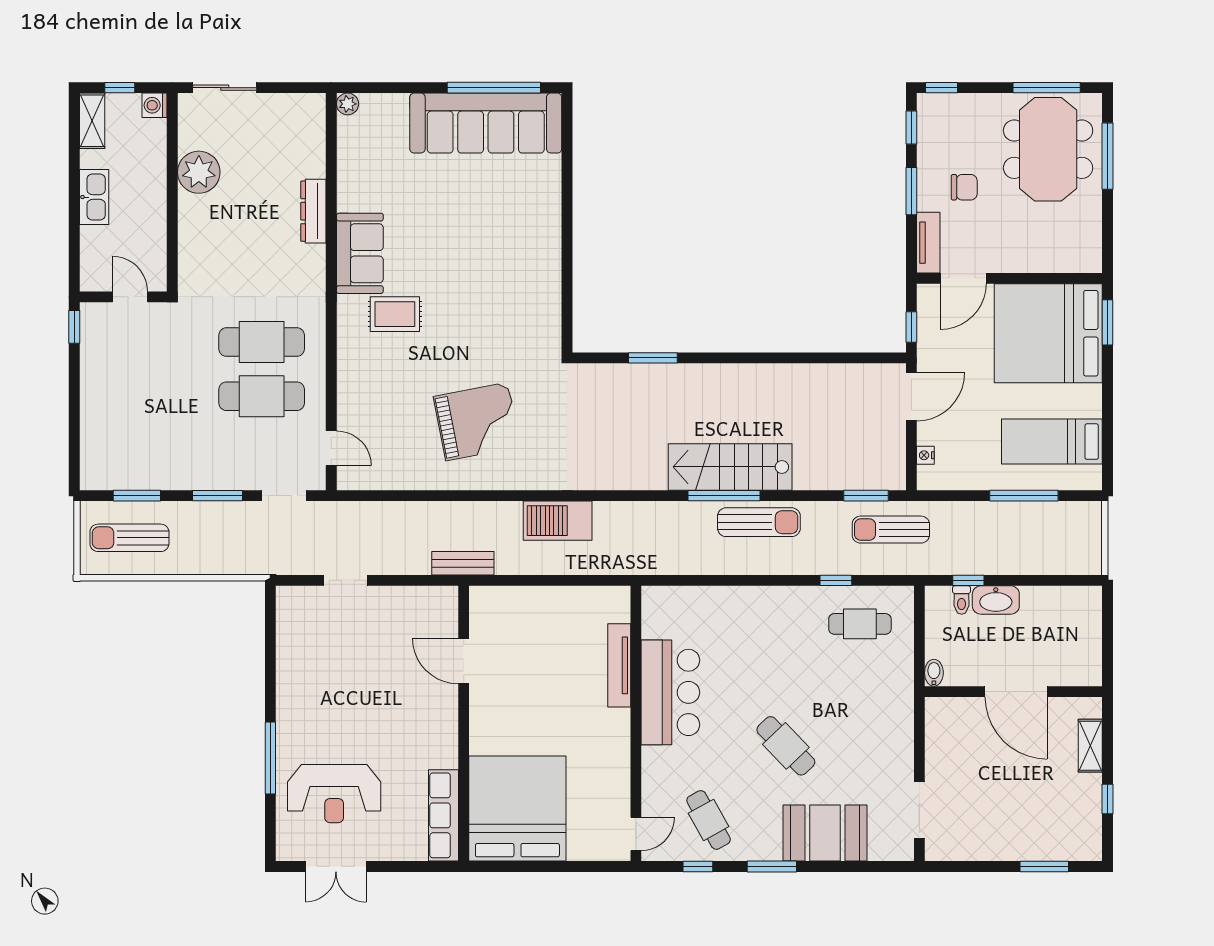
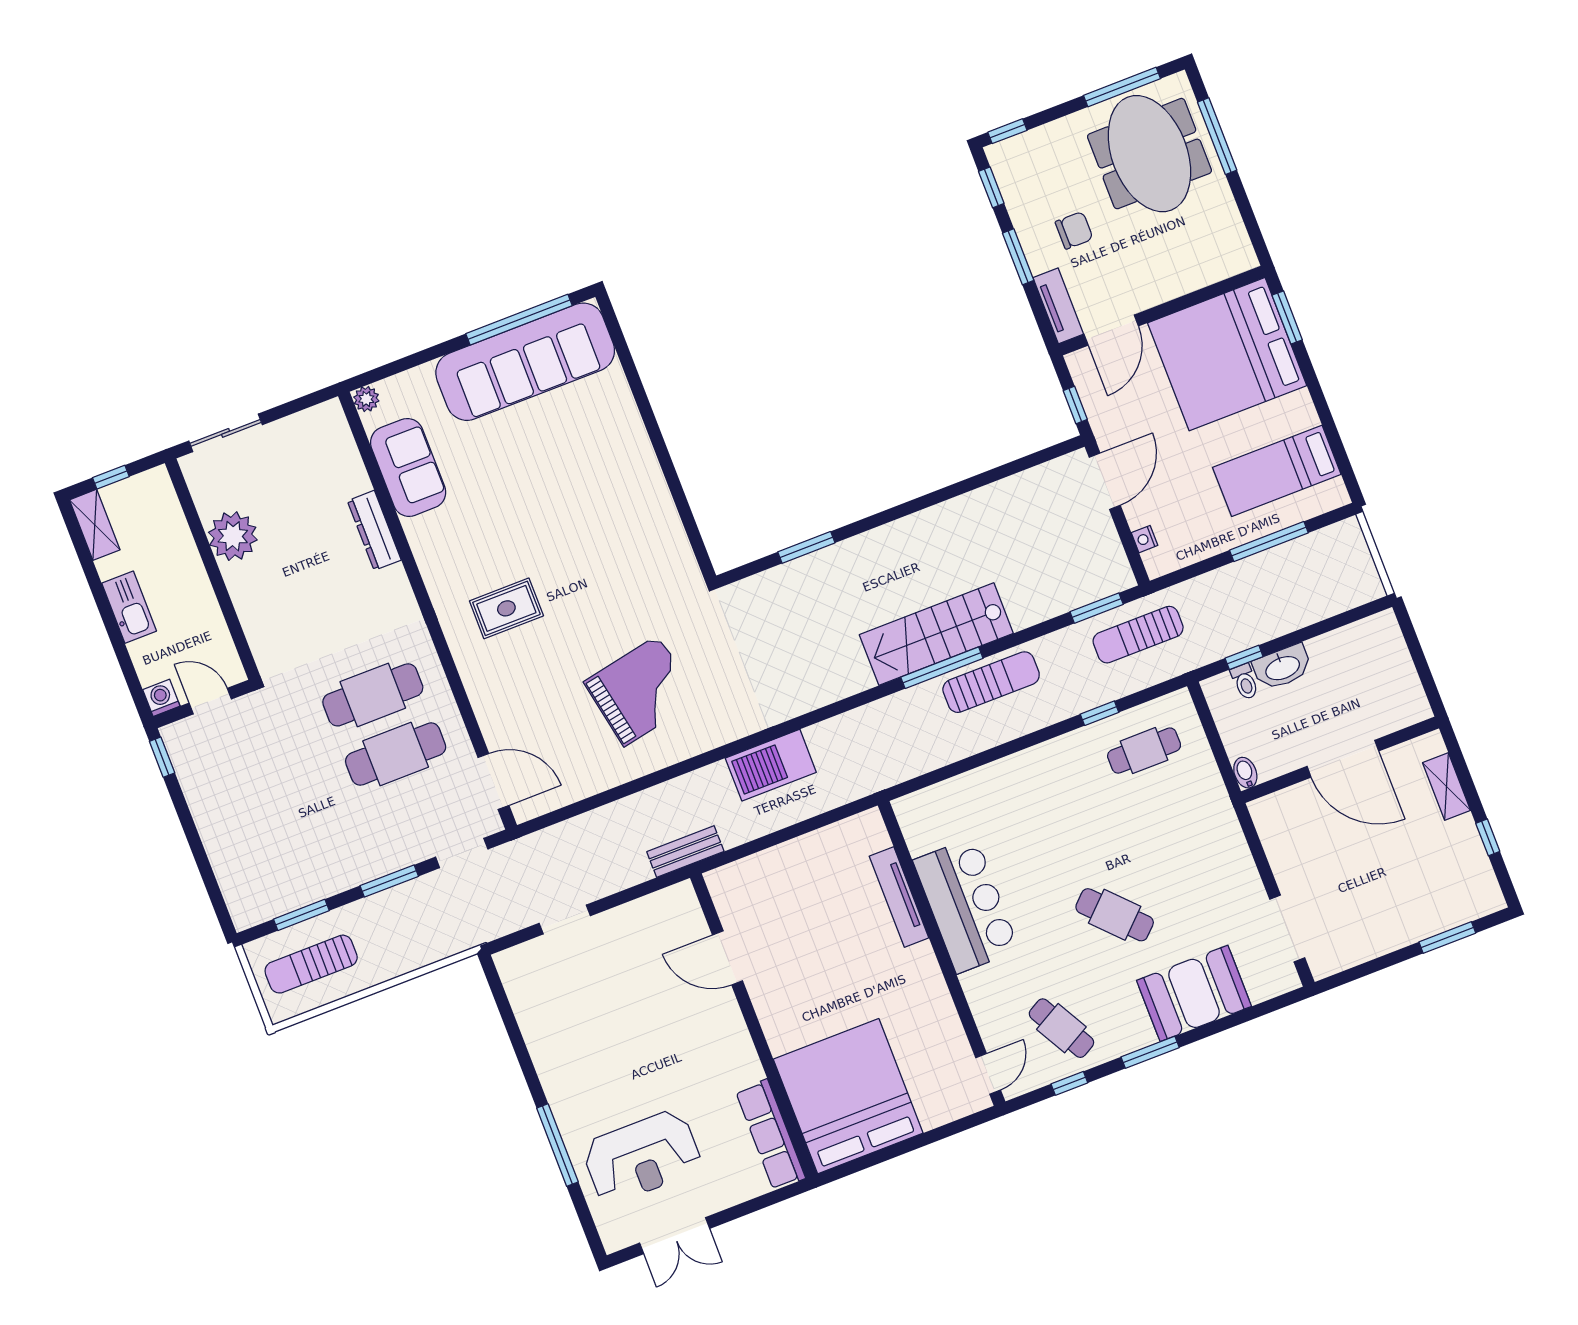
washing machine: (155, 105) -> (161, 698), moved, turned 90
sofa: (360, 253) -> (408, 467), moved
door: (331, 448) -> (493, 782), width x1.38

